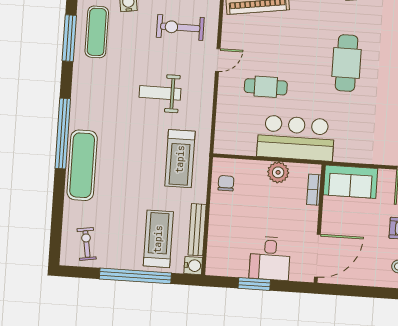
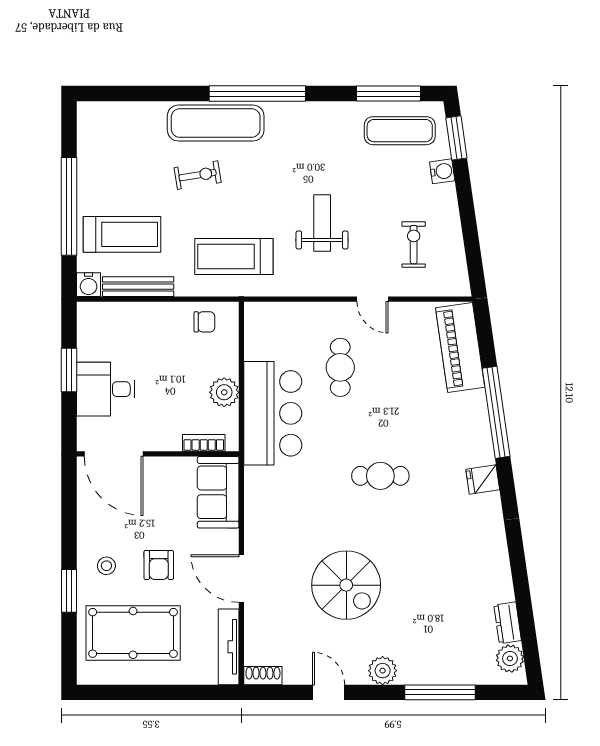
exercise bike: (180, 27) -> (414, 245), width x0.73, depth x0.72
cafe table: (347, 63) -> (380, 476), width x0.73, depth x0.74
exercise bike: (87, 244) -> (198, 175), moved

